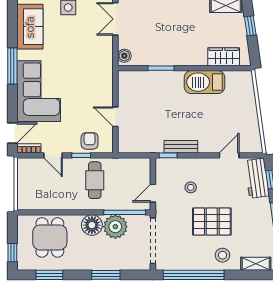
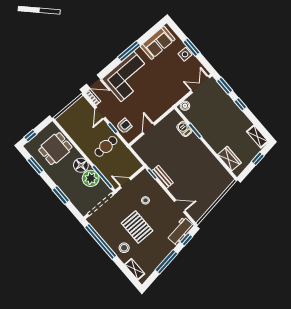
barbecue: (205, 82) -> (184, 129), moved, width x0.53, depth x0.65

